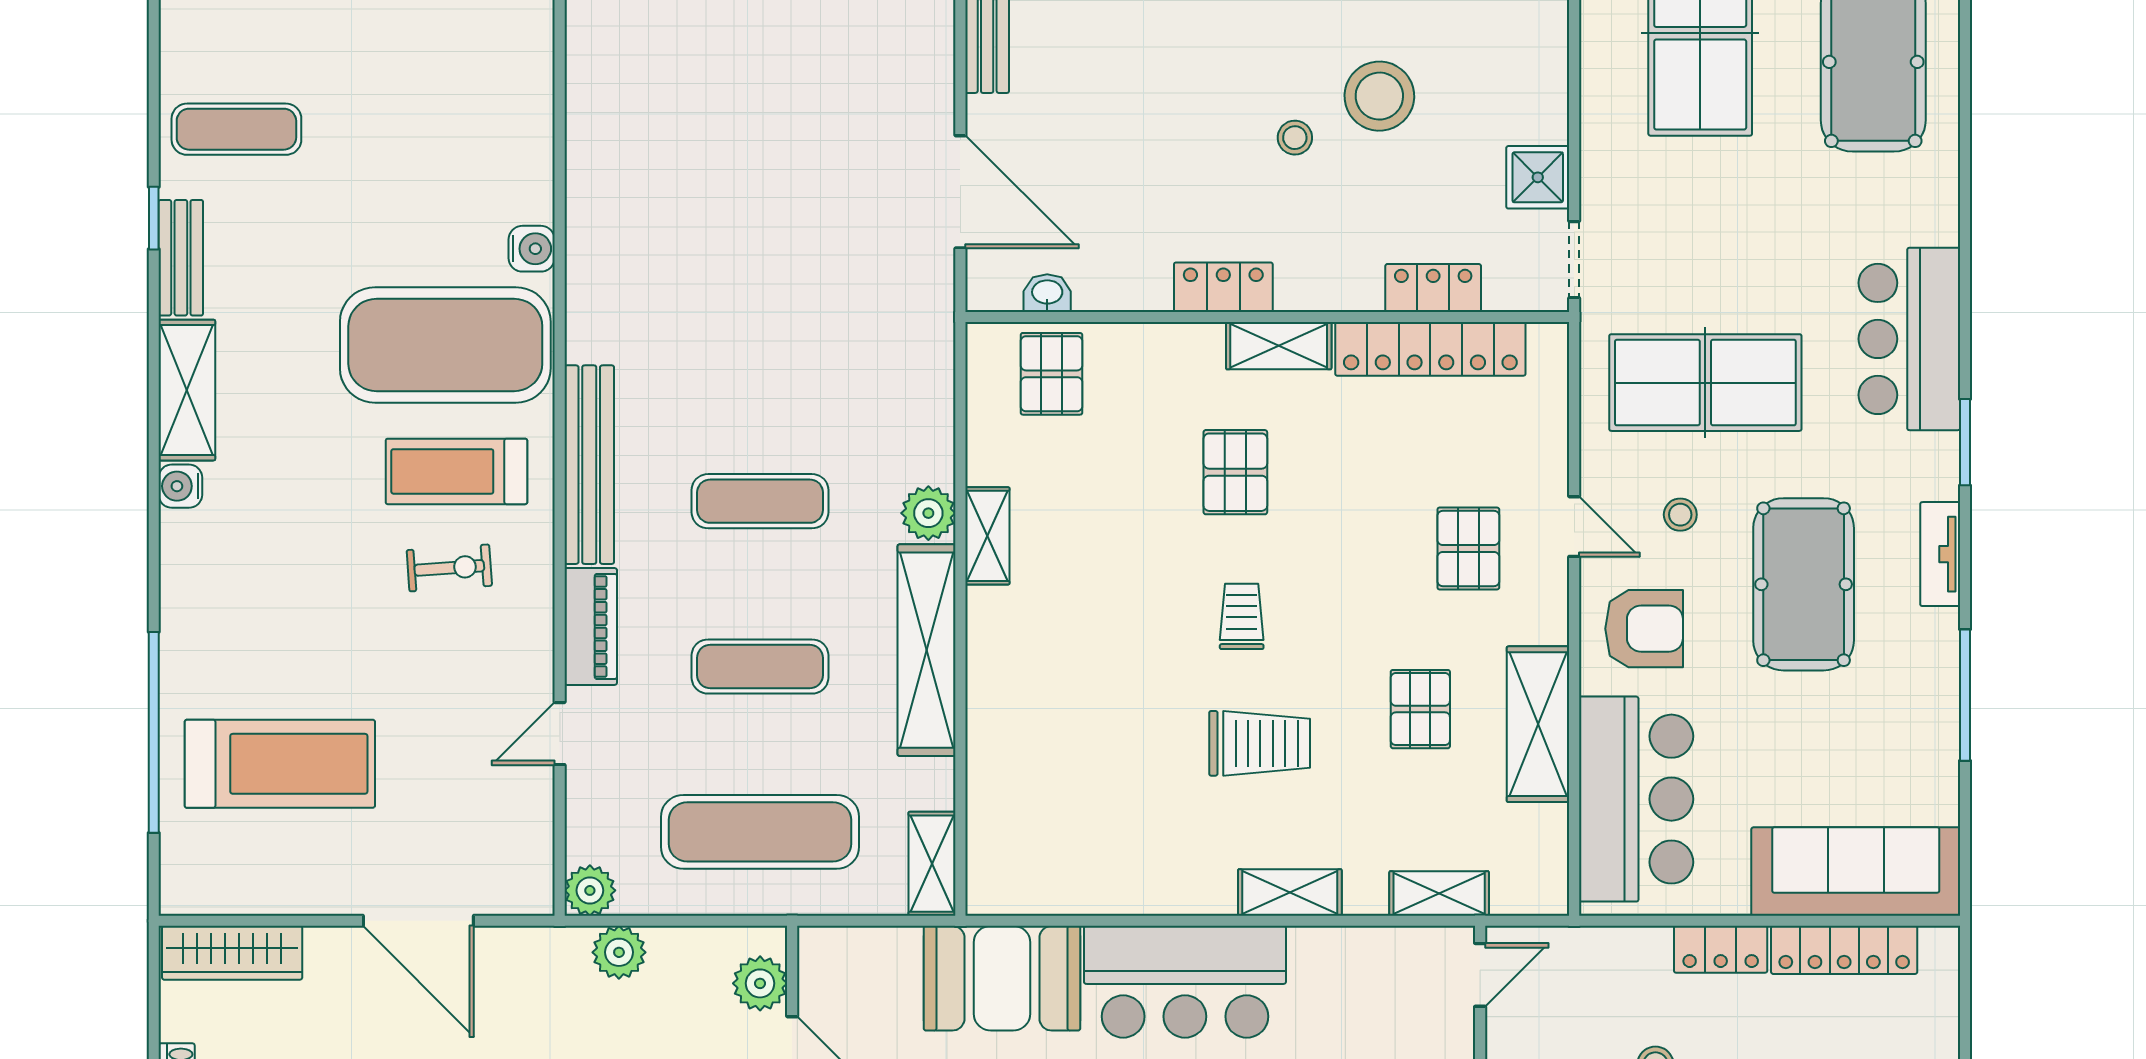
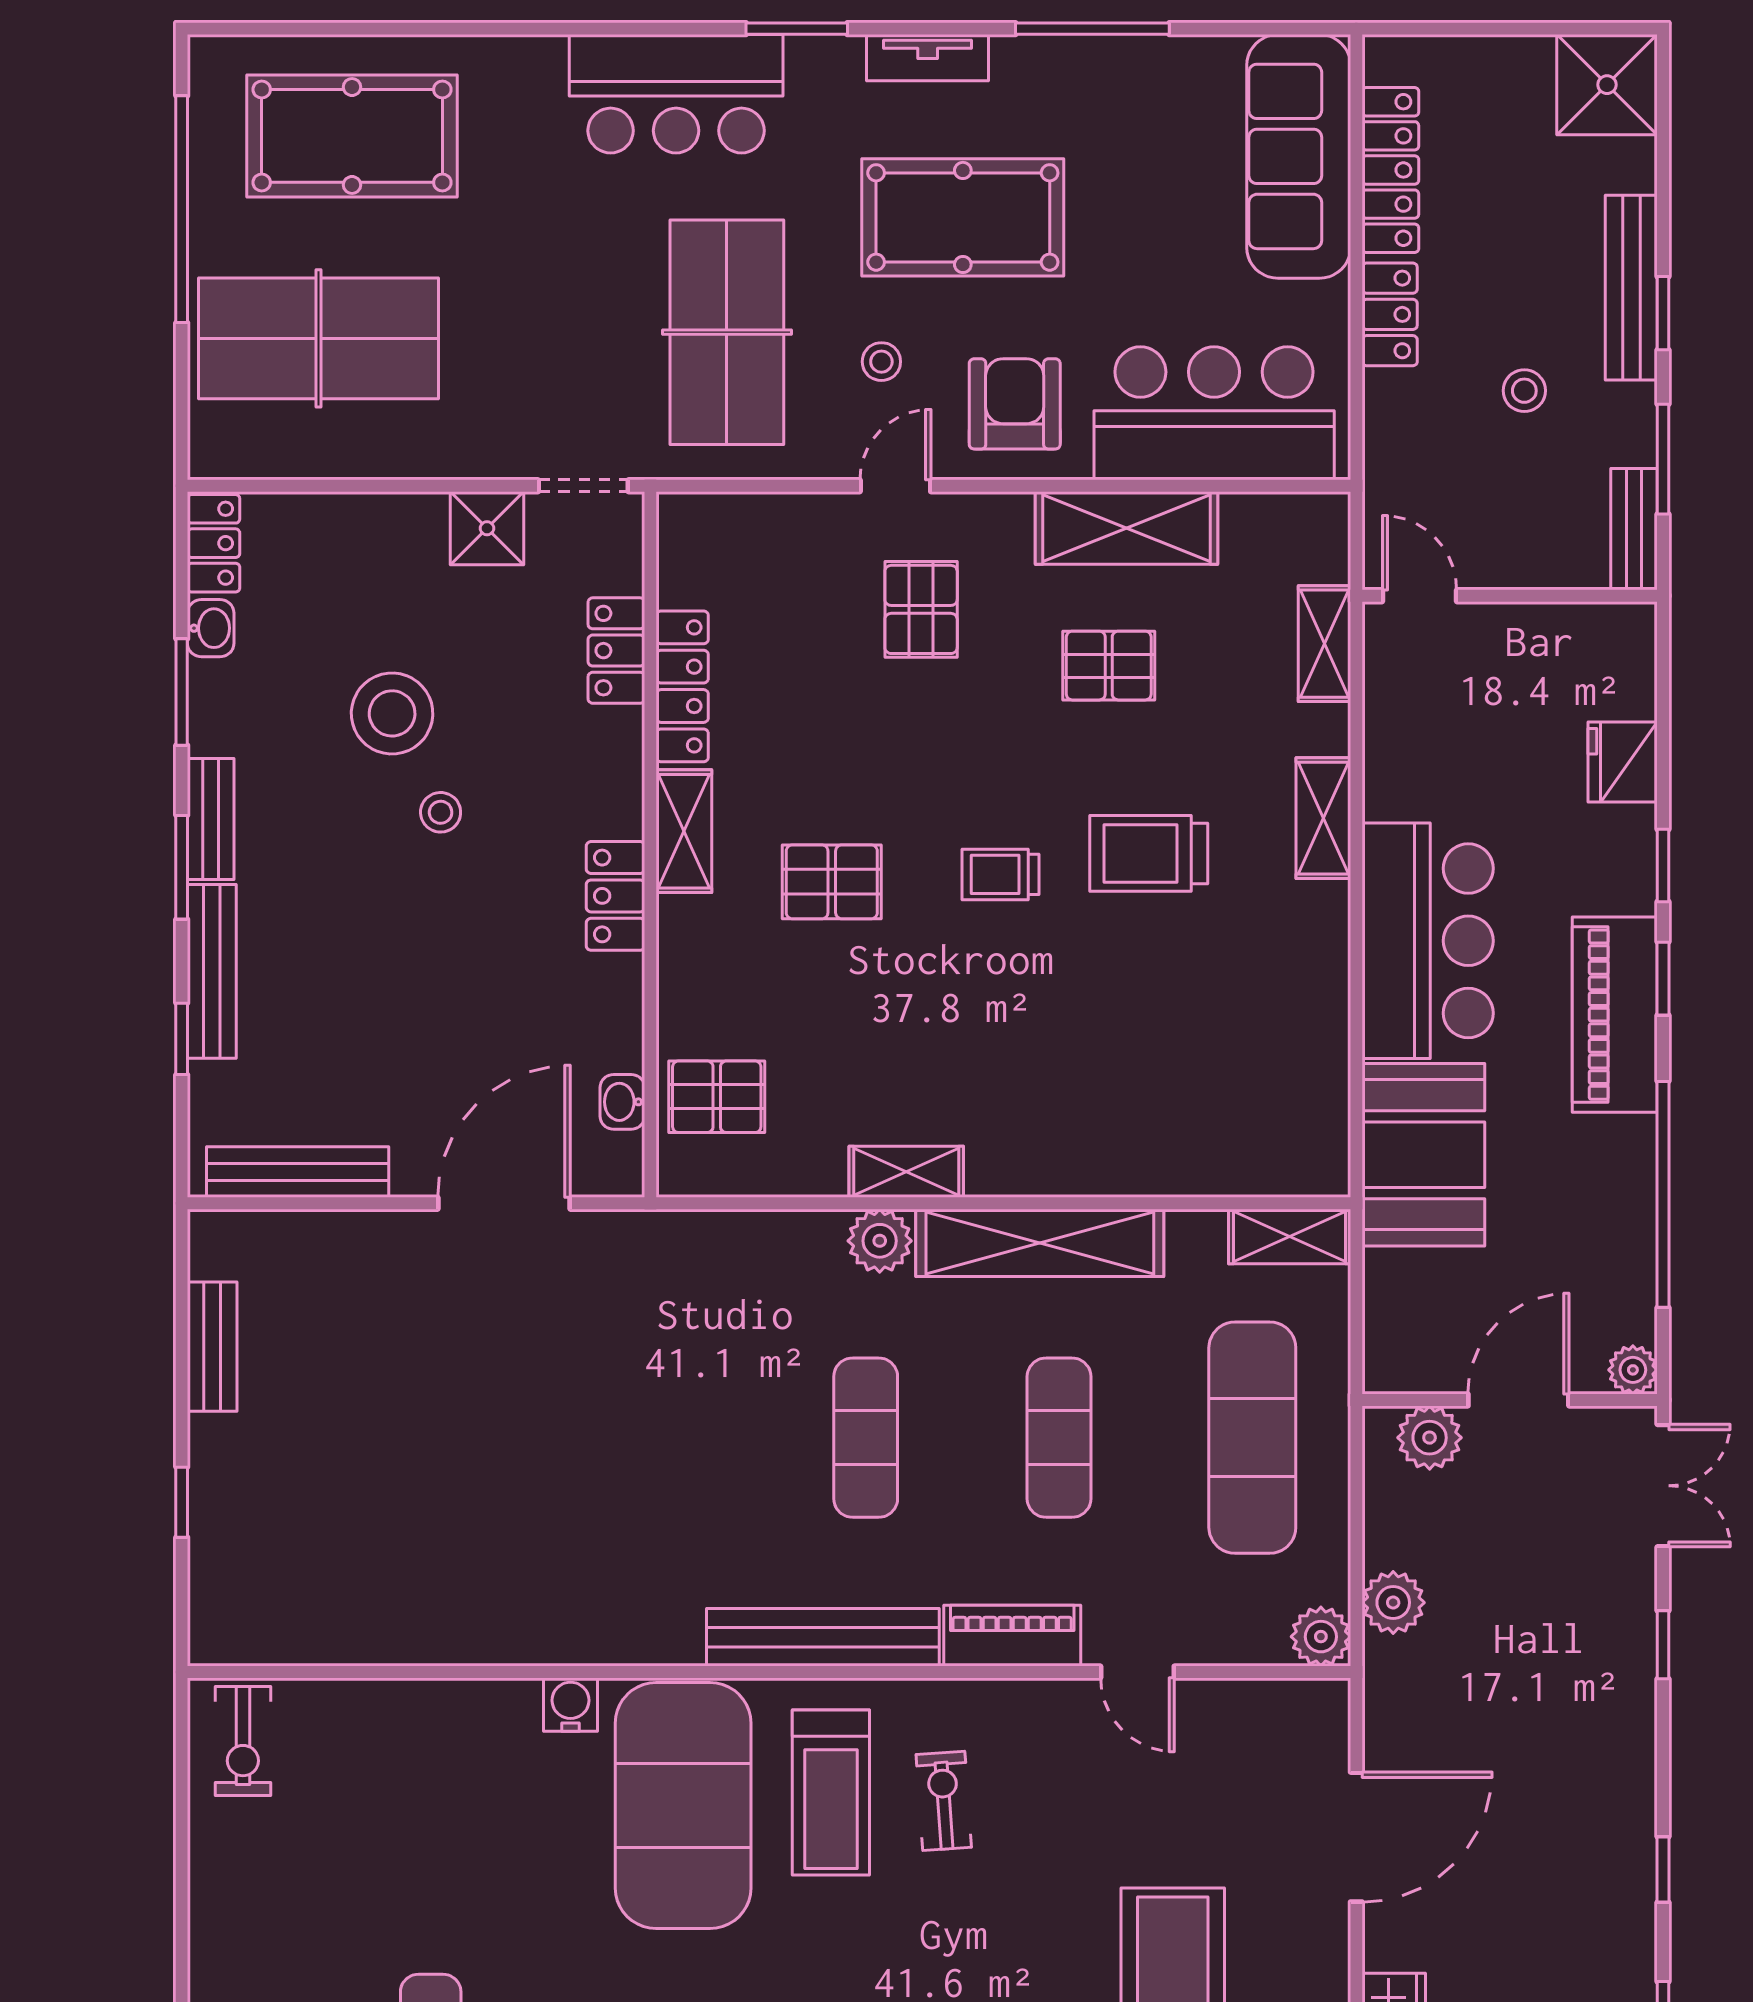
locker: (1430, 349) -> (682, 686), width x0.71, depth x0.83
pallet: (1468, 549) -> (921, 609), turned 90
trolley: (1260, 743) -> (1149, 853), turned -90

